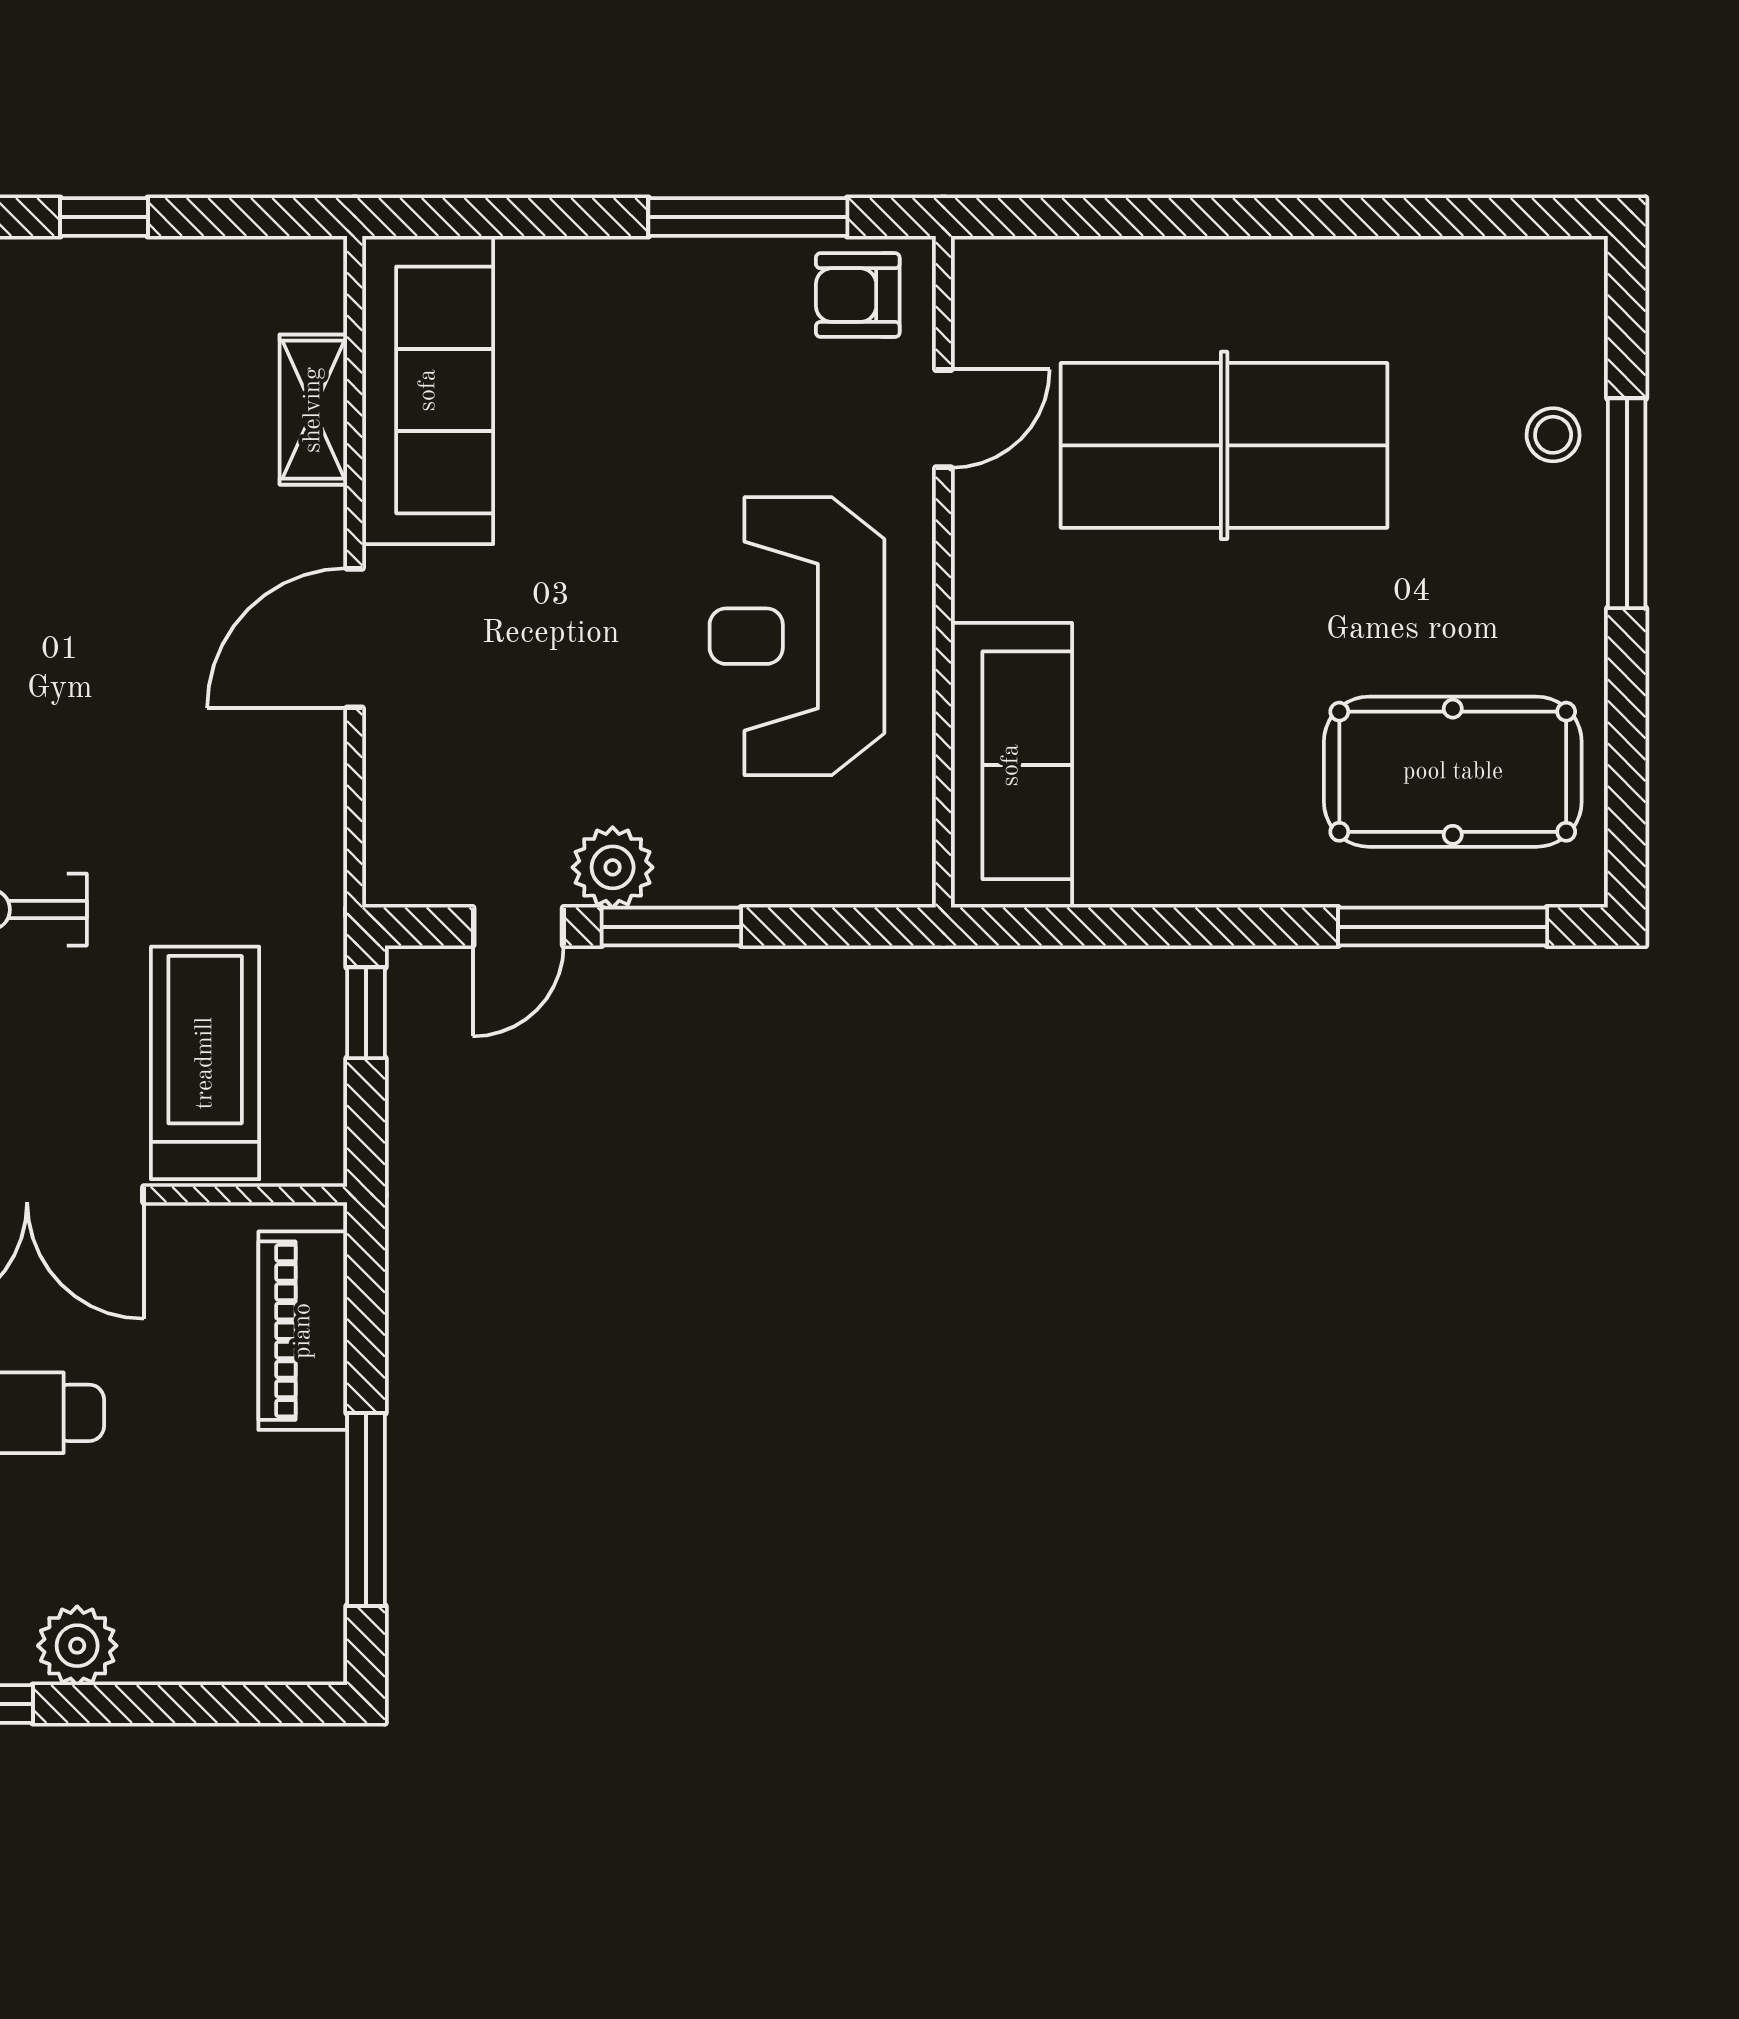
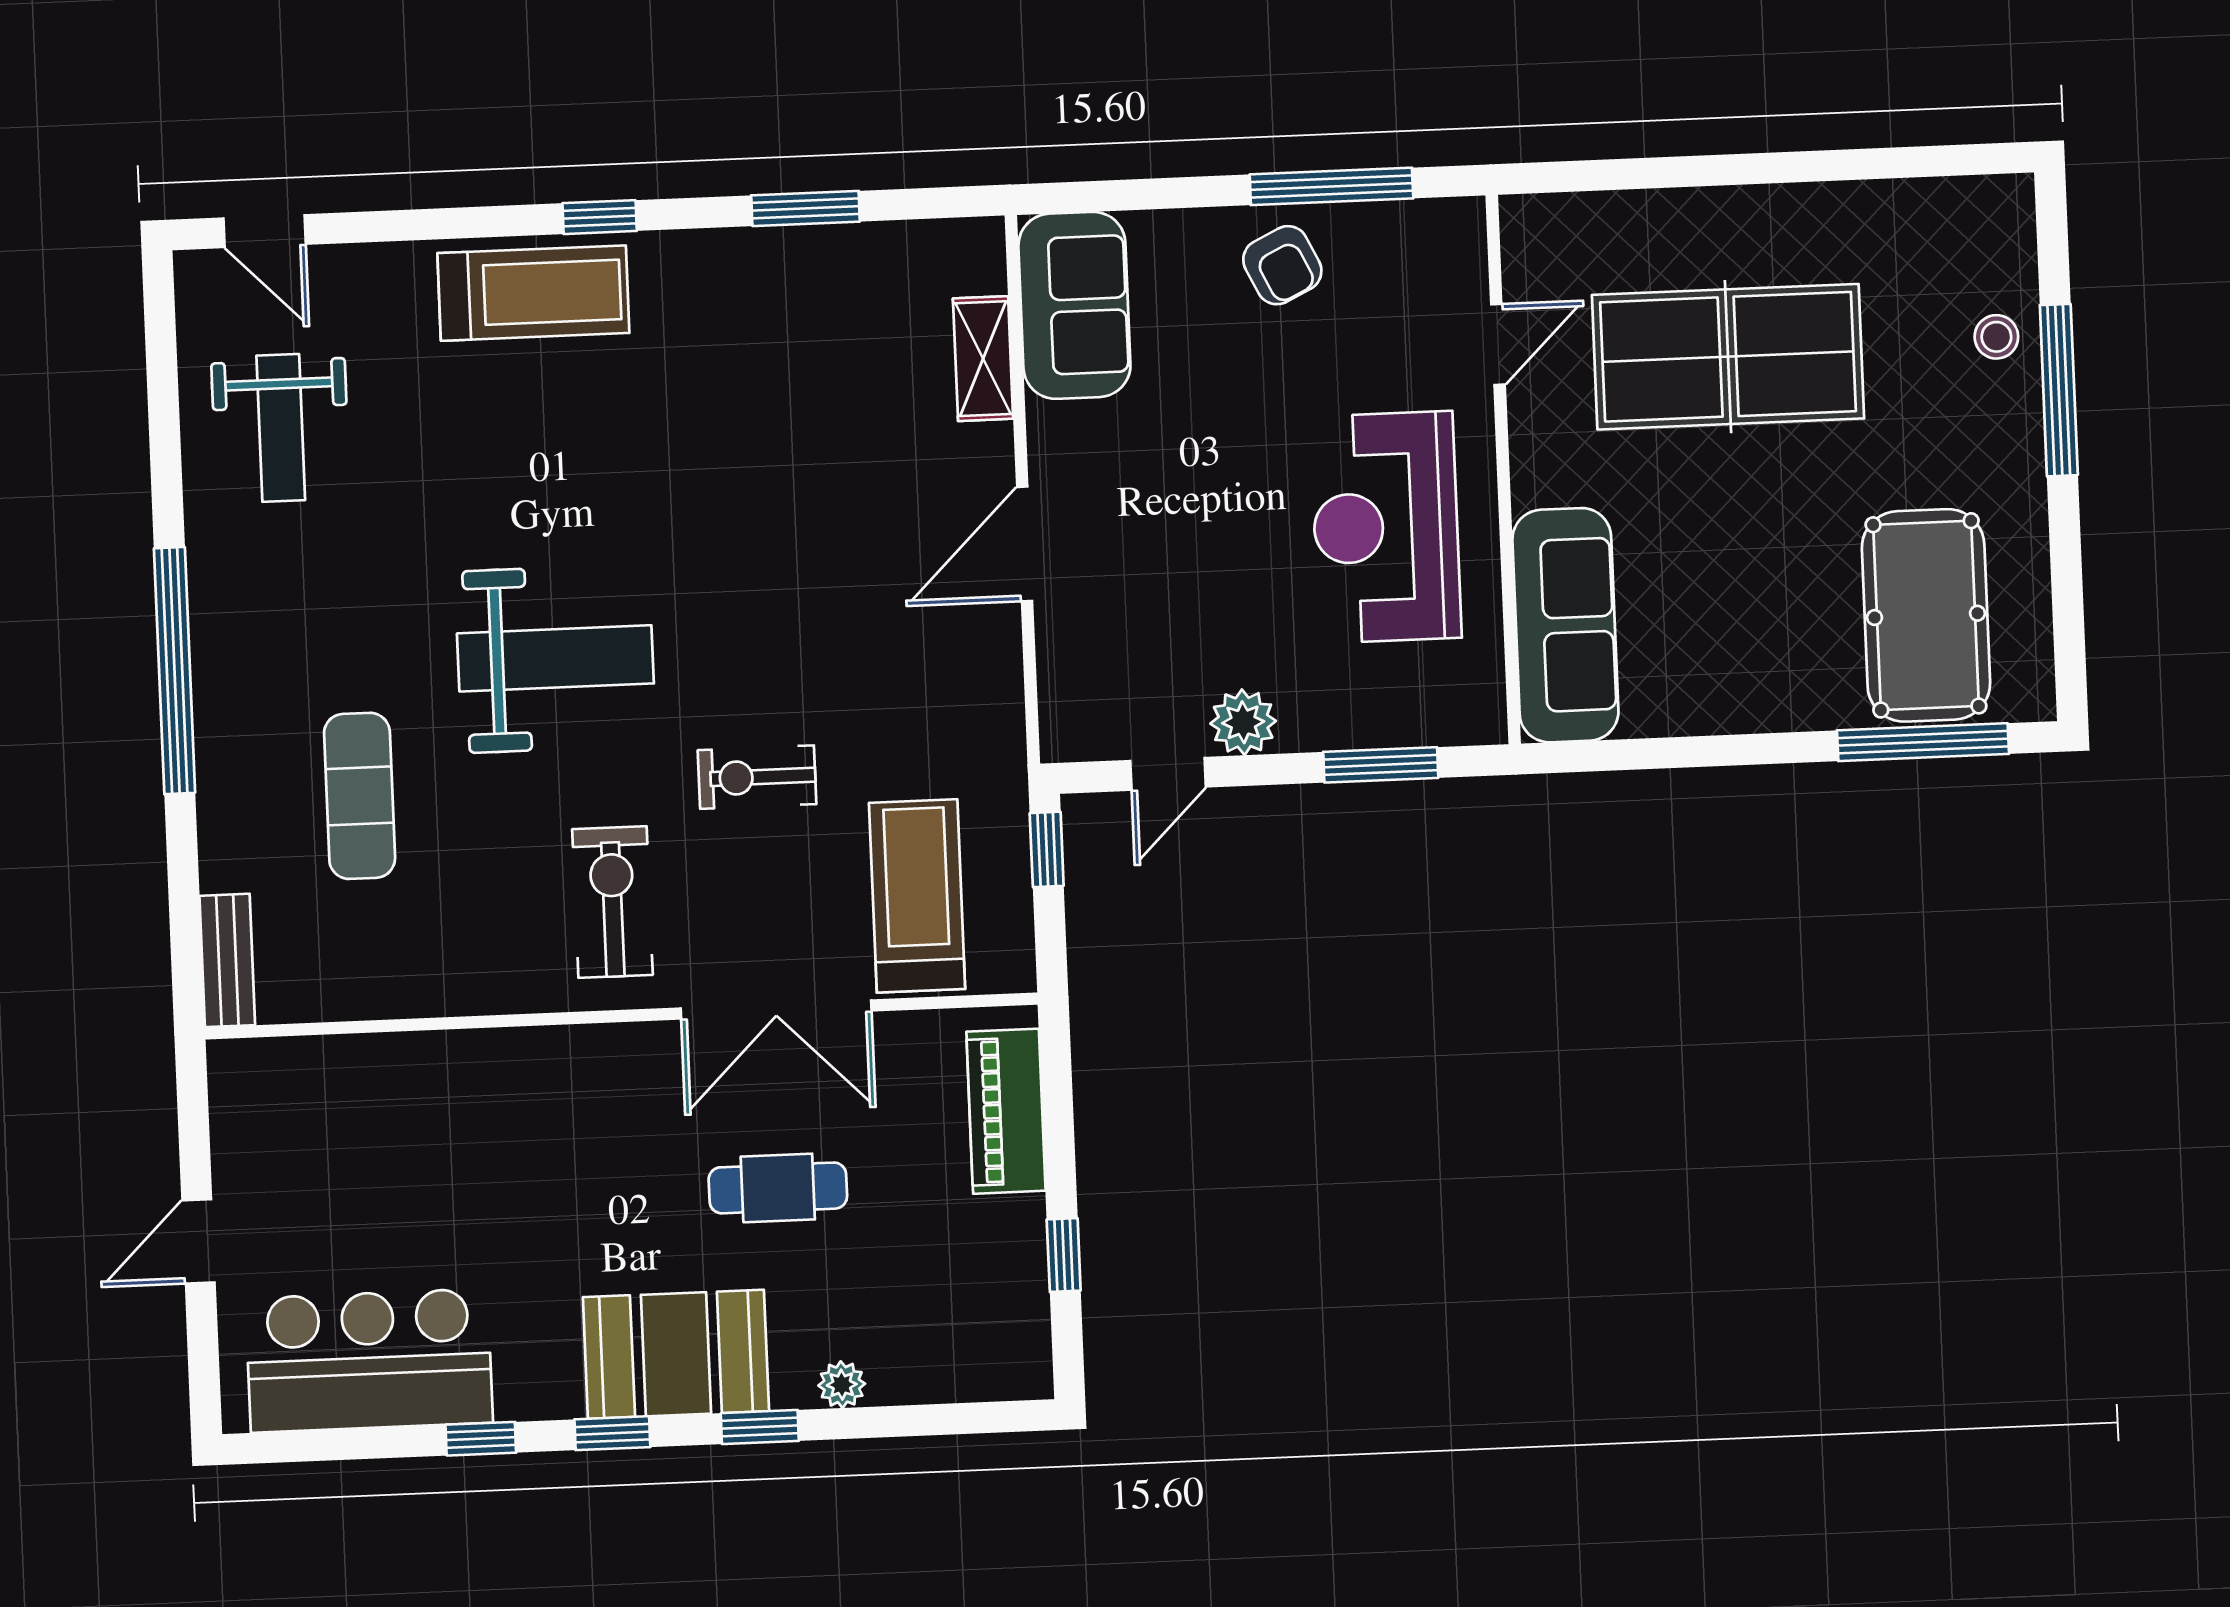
window: (104, 217) -> (806, 208), width x1.50
armchair: (858, 295) -> (1282, 265), moved, turned -116
sofa: (428, 390) -> (1074, 305), width x0.73
pool table: (1453, 772) -> (1926, 615), turned 90
window: (671, 927) -> (1381, 765), moved
window: (366, 1509) -> (1064, 1255), width x0.46
plant: (77, 1646) -> (842, 1385), width x0.73, depth x0.73

